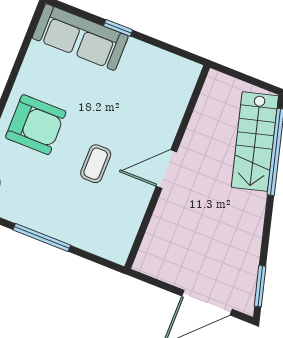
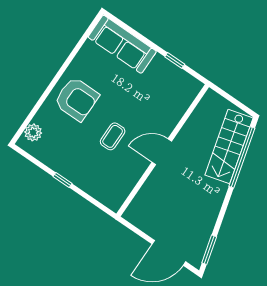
window: (118, 28) -> (175, 60), moved
window: (42, 238) -> (63, 180), width x0.46

